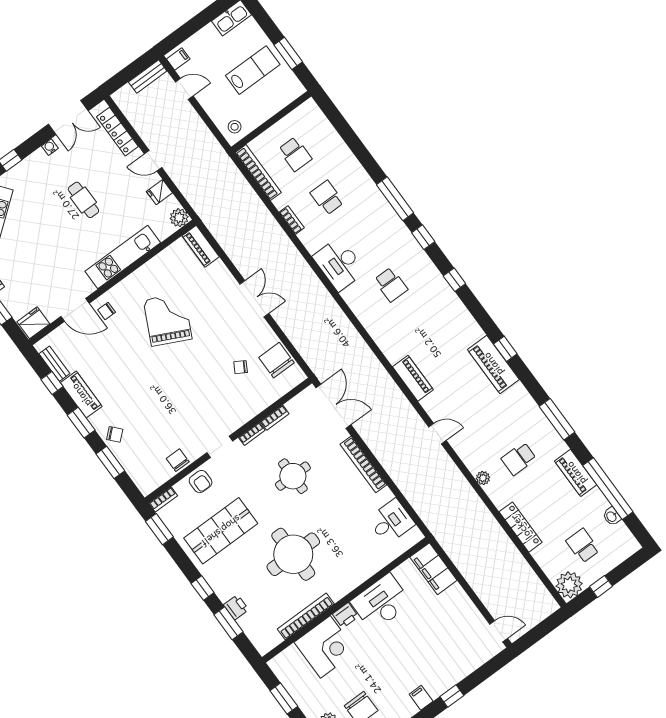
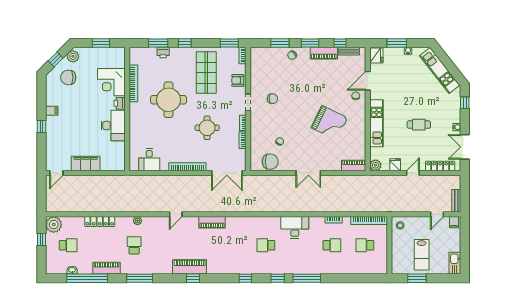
chair: (178, 460) -> (272, 99), moved
filing cabinet: (433, 569) -> (86, 164), moved

